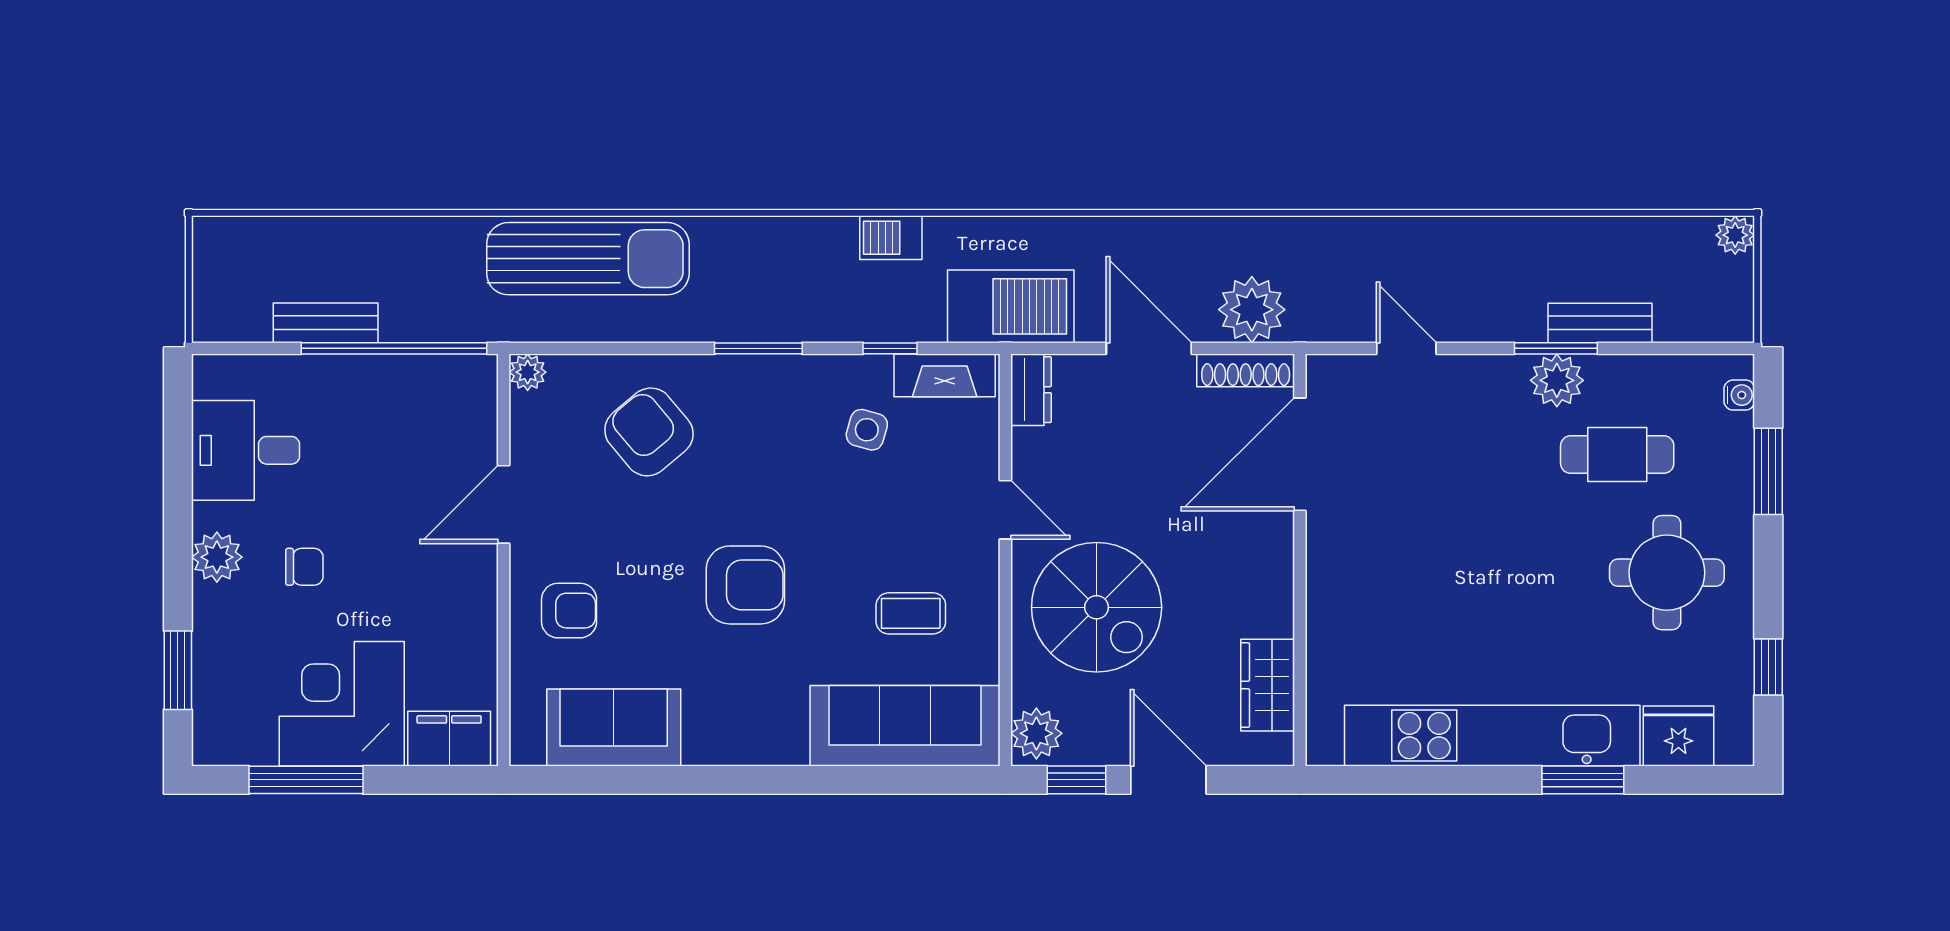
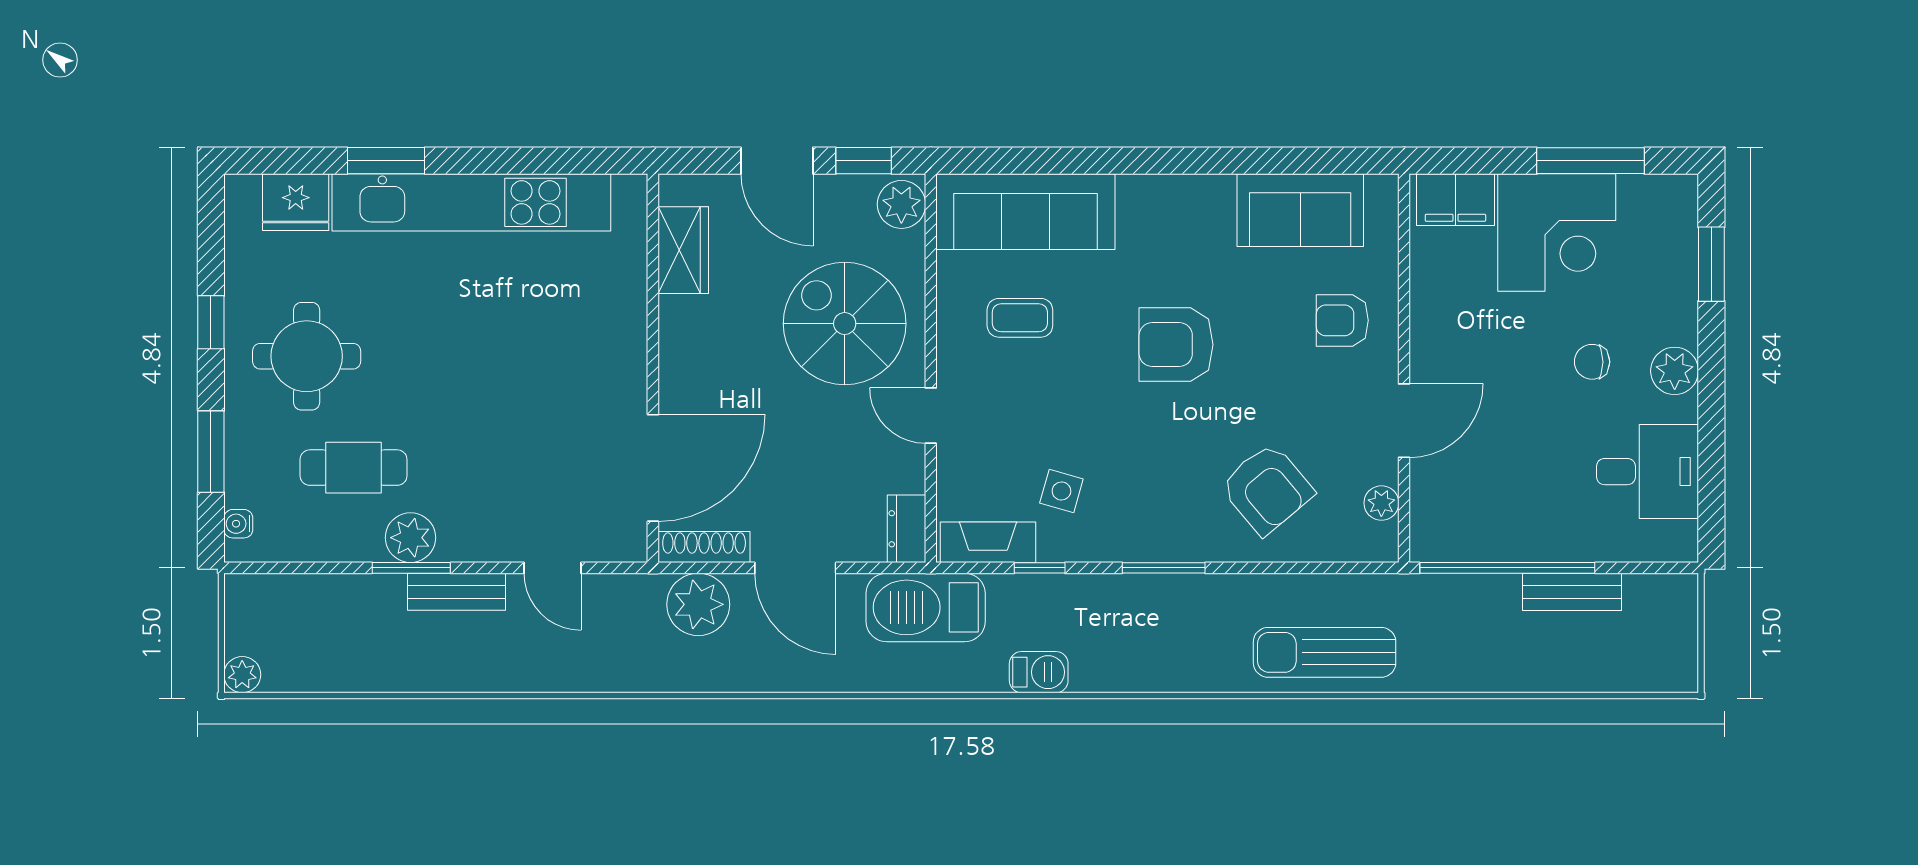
sun lounger: (588, 259) -> (1325, 652), width x0.73, depth x0.75
bench: (1600, 323) -> (457, 592), moved
plant: (528, 372) -> (1381, 503), moved
window: (1768, 667) -> (211, 322), moved

